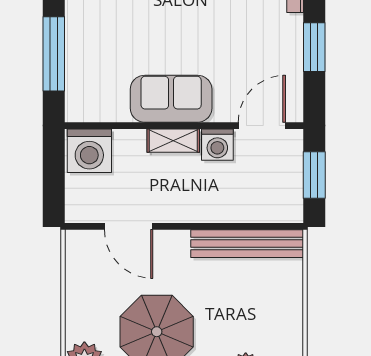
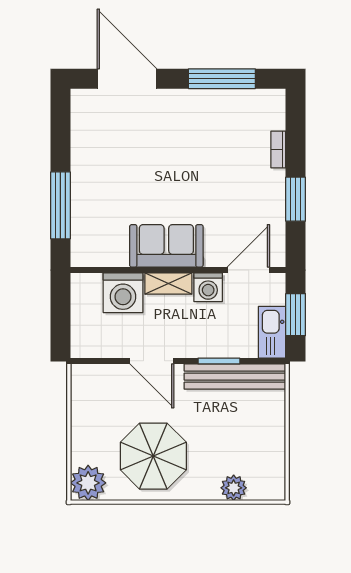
washing machine: (89, 151) -> (123, 293), moved
kitchen sink: (288, 194) -> (272, 332), added
door: (129, 226) -> (152, 361), moved
window: (229, 226) -> (219, 361), added

